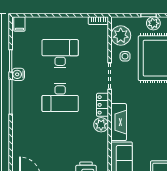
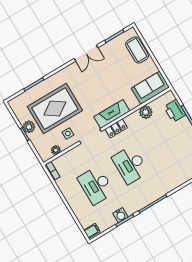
plant: (121, 36) -> (56, 150), width x0.53, depth x0.53
water cooler: (18, 74) -> (120, 215), moved
desk: (60, 98) -> (130, 165), turned 180
fireplace: (119, 122) -> (112, 114), moved
plant: (101, 125) -> (146, 112), moved

